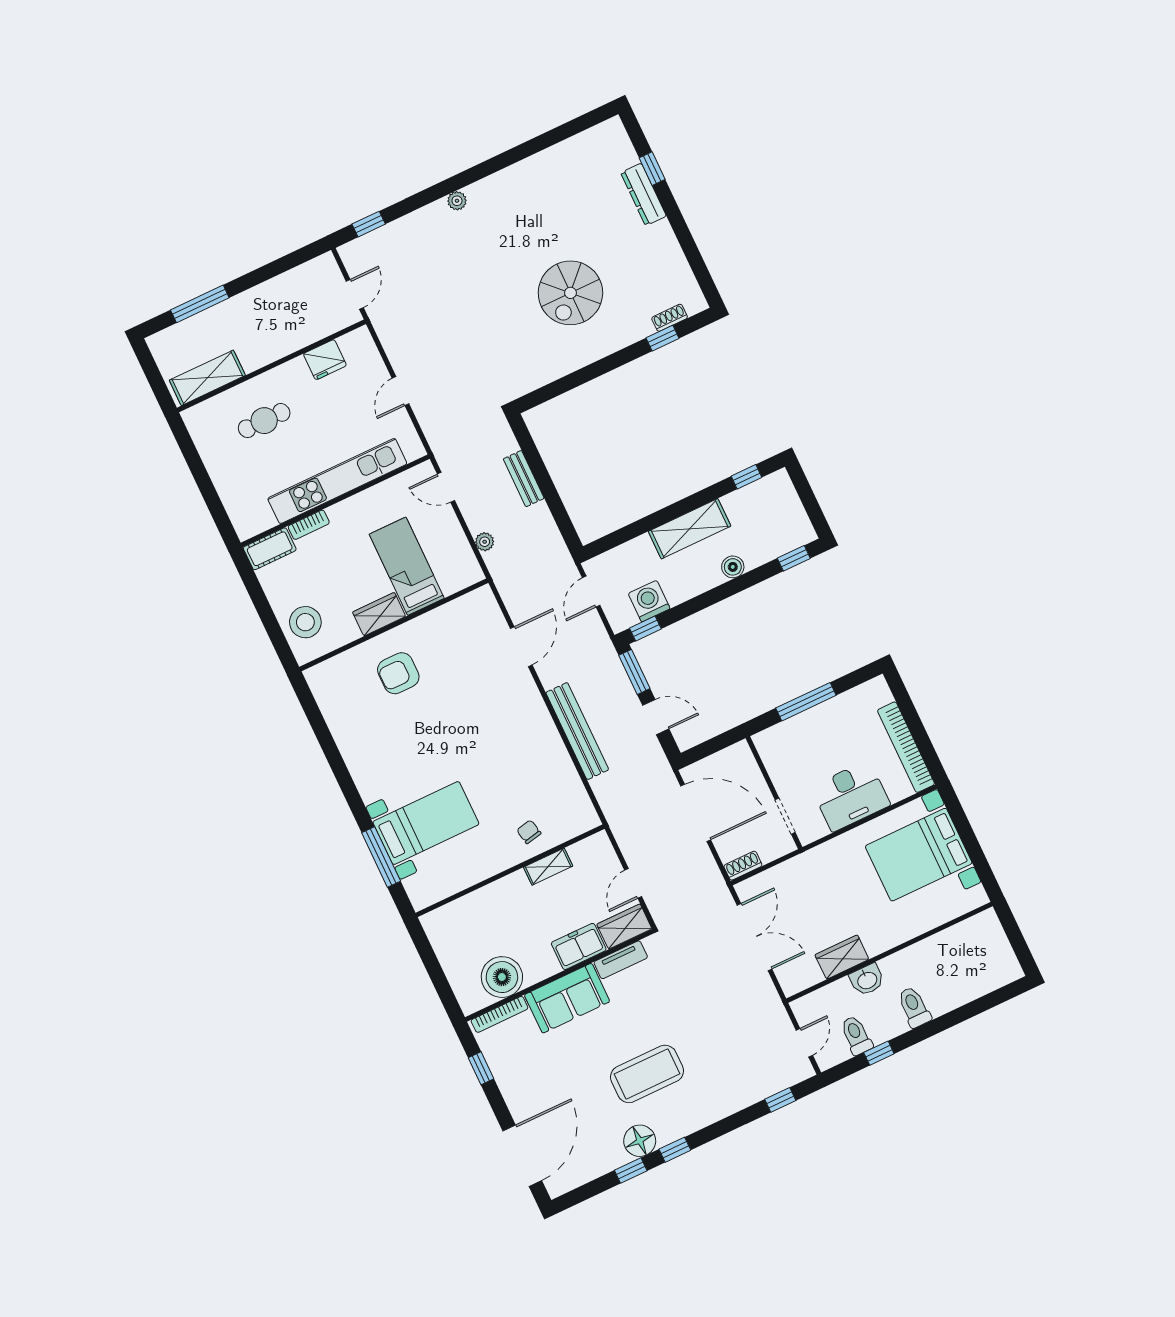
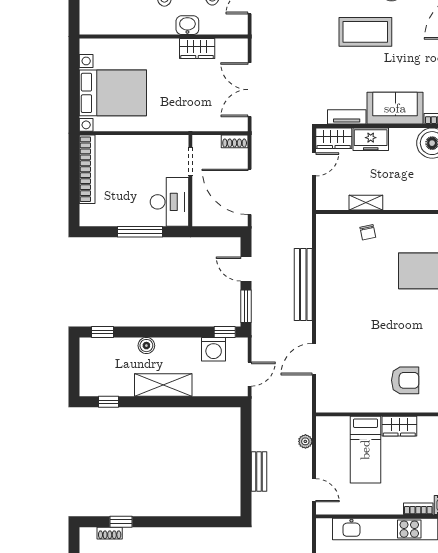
desk: (851, 796) -> (169, 202), moved, turned 90

